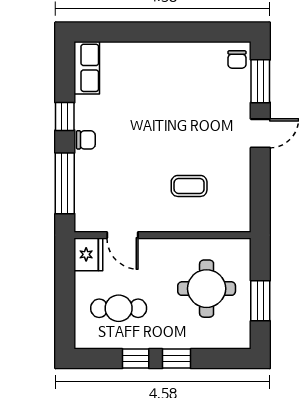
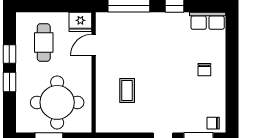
chair: (86, 140) -> (204, 70), moved
round table: (207, 289) -> (57, 102), width x1.36, depth x1.36

